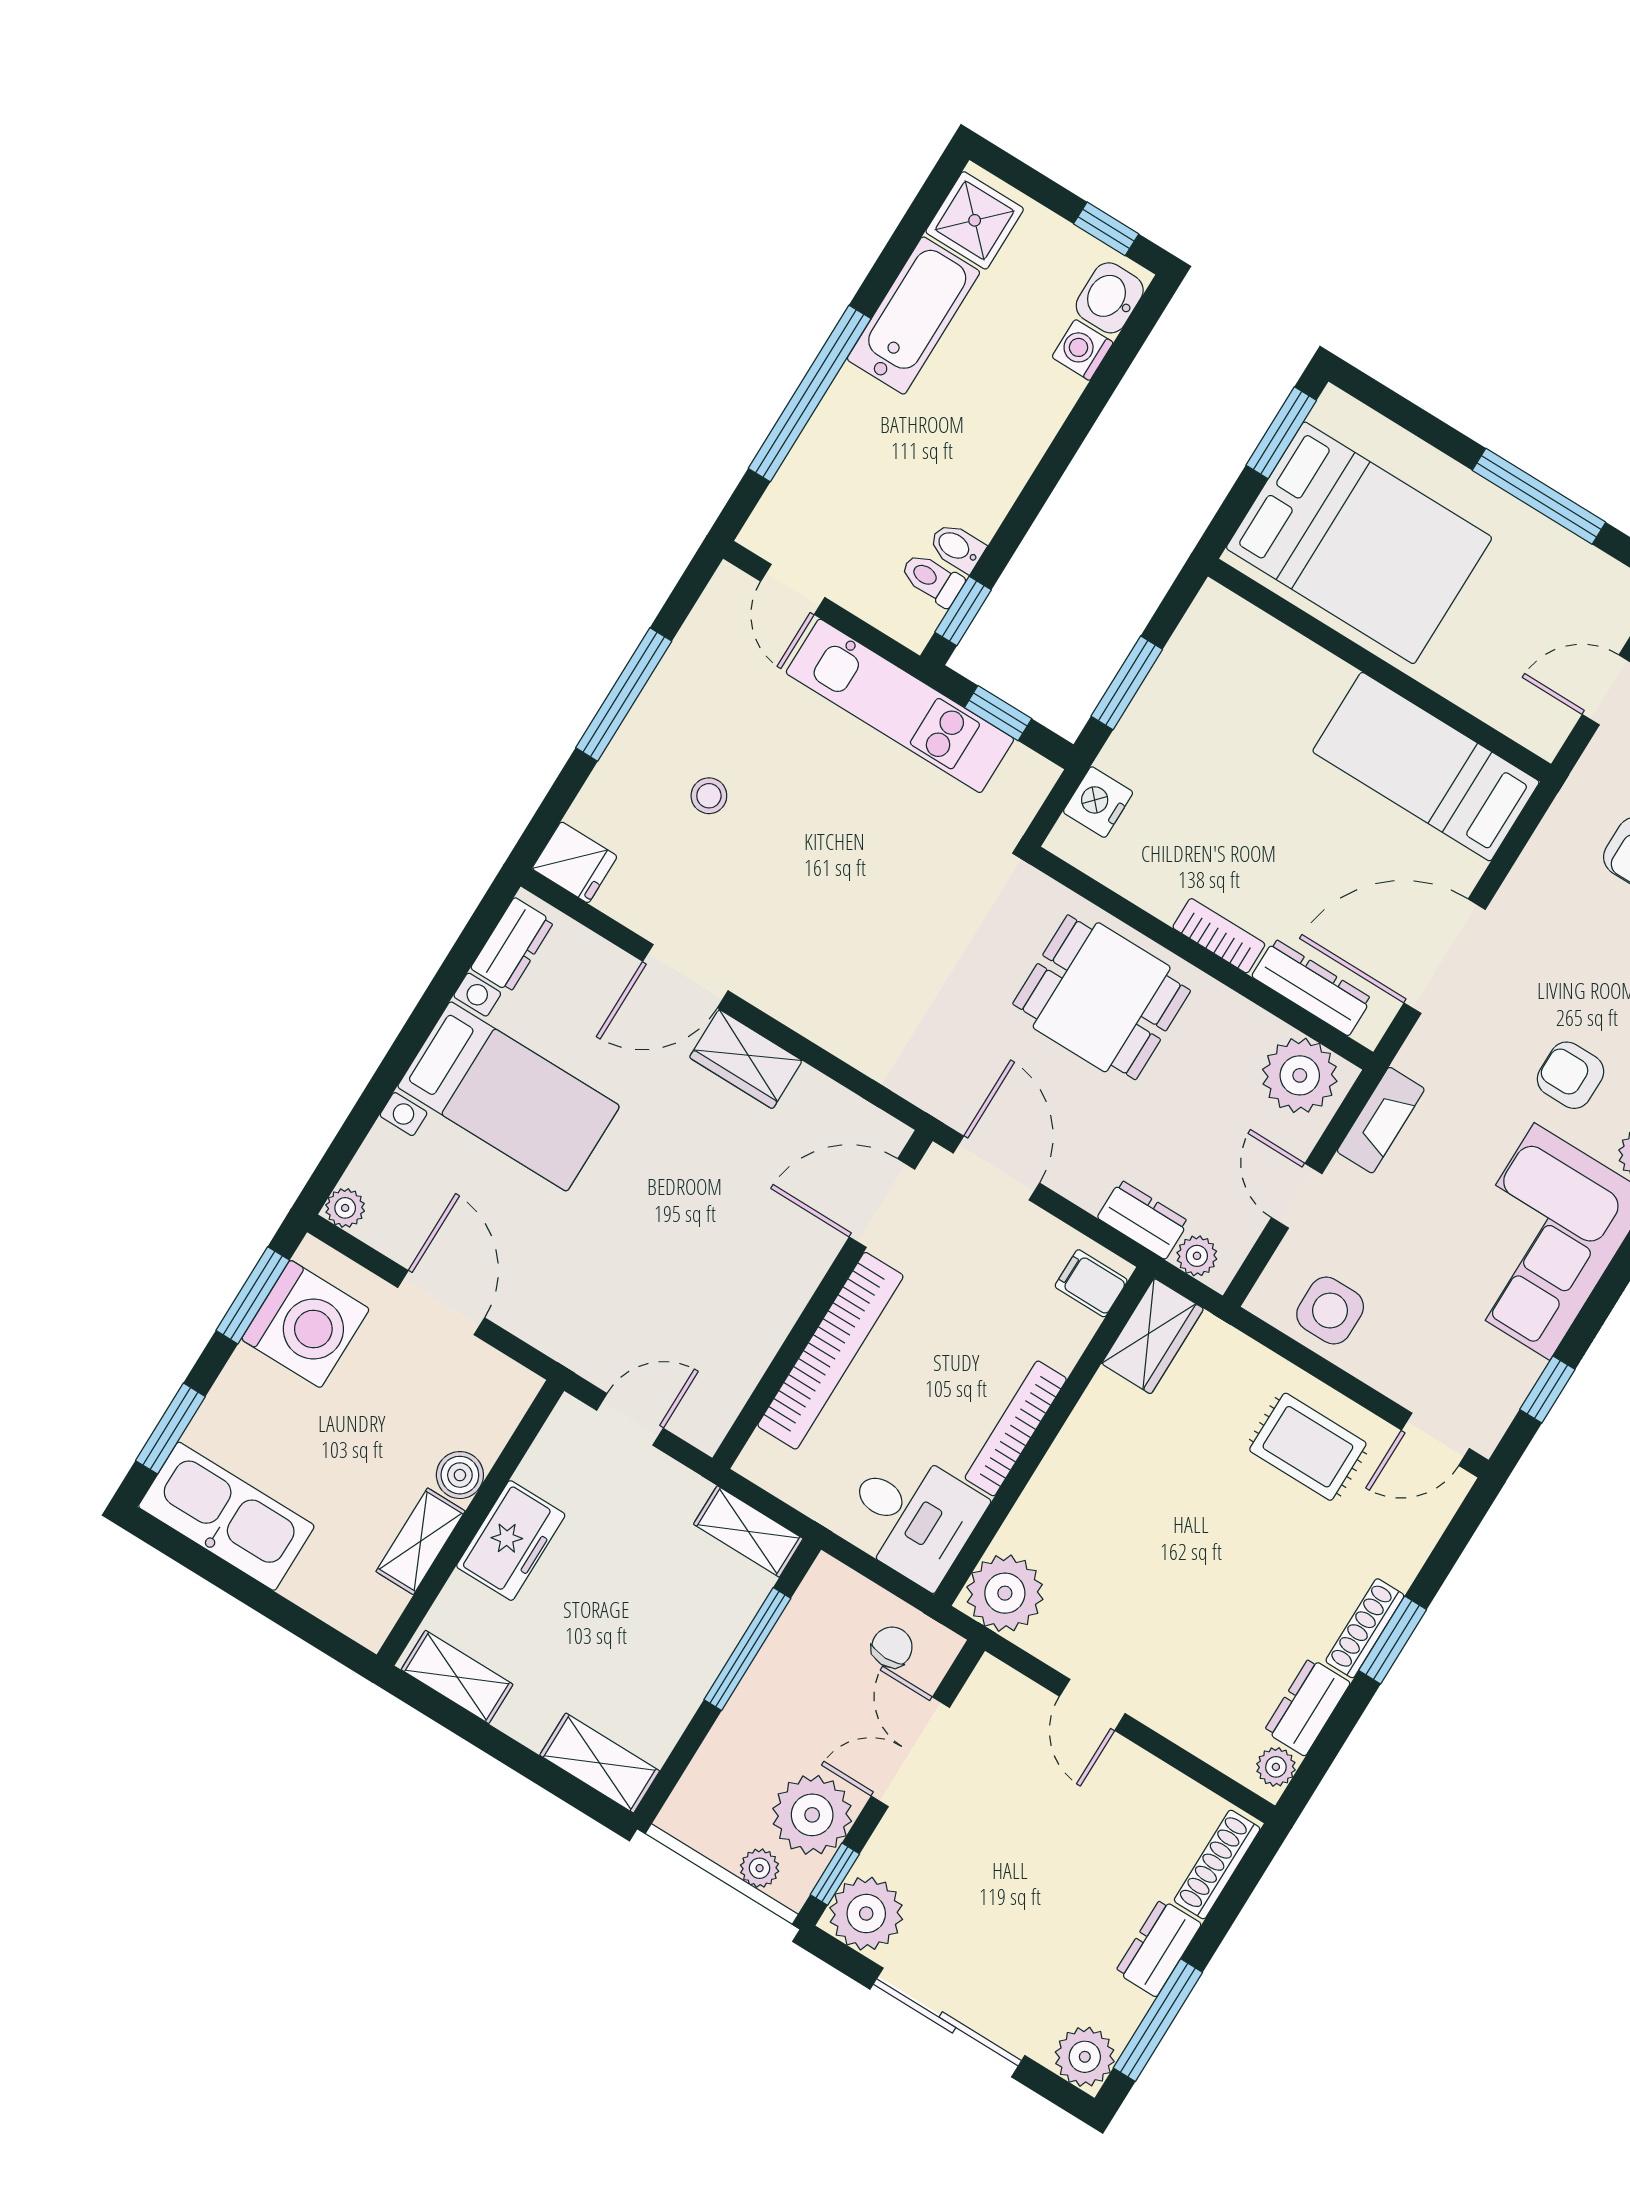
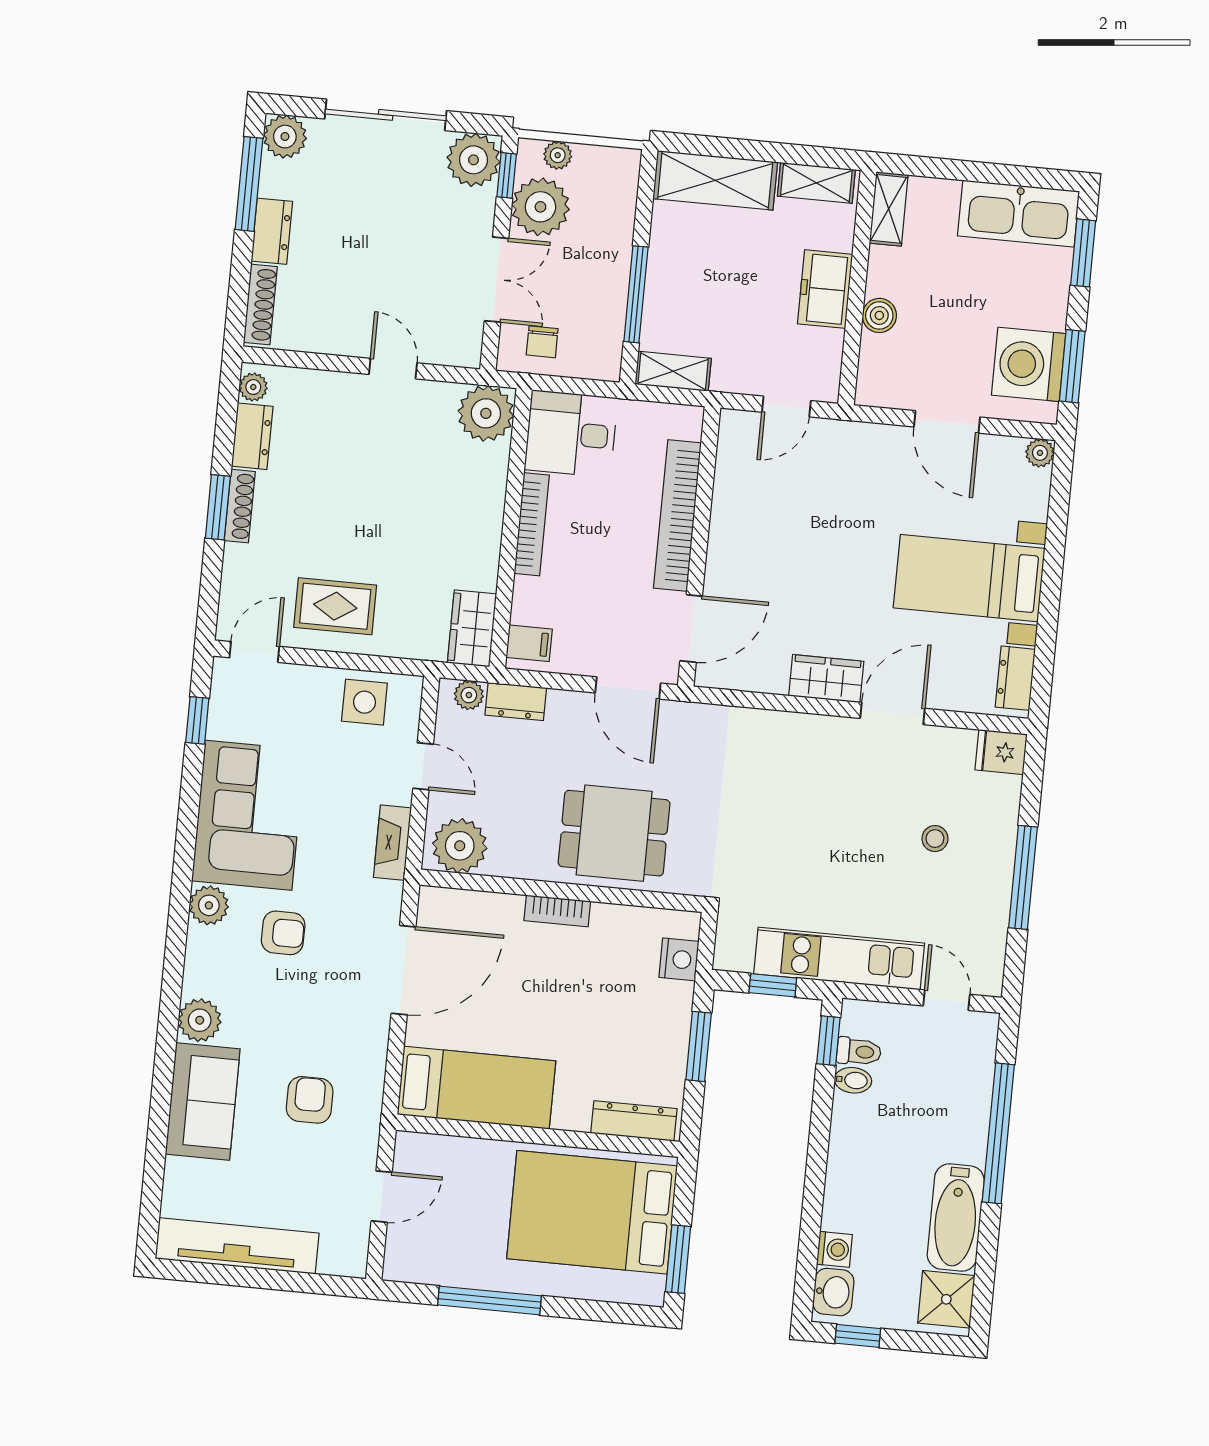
dresser: (1312, 987) -> (634, 1121), moved, turned 180
shelving: (421, 1541) -> (889, 209), moved
shelving: (600, 1763) -> (715, 180), width x1.50, depth x1.33

